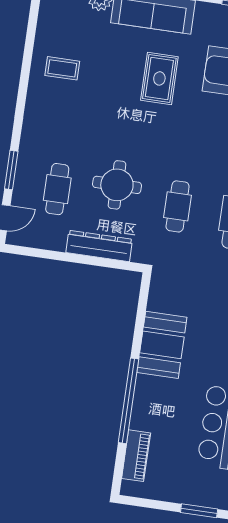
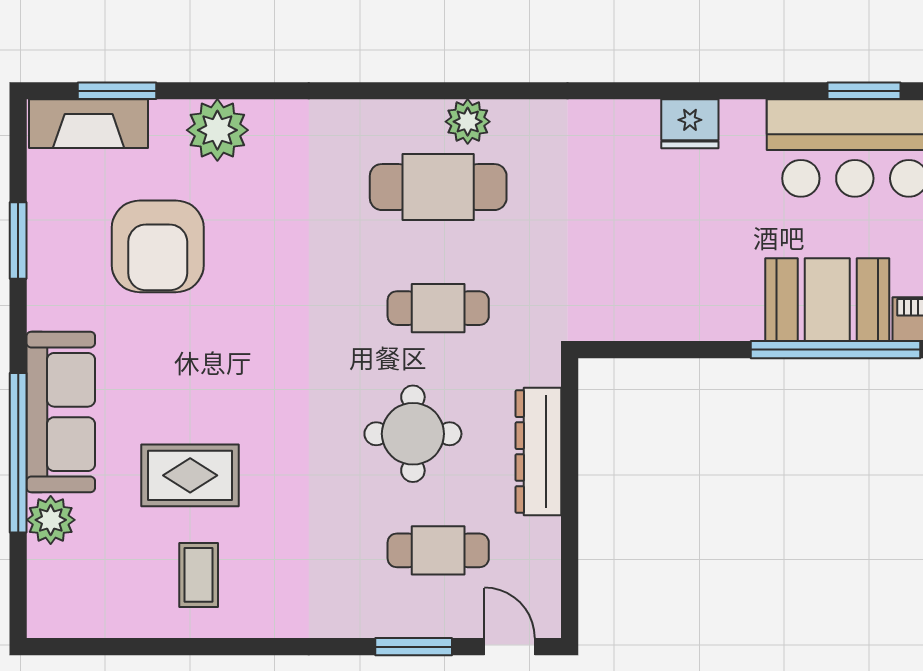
rug: (159, 78) -> (190, 475), moved
booth: (162, 345) -> (827, 300), moved

